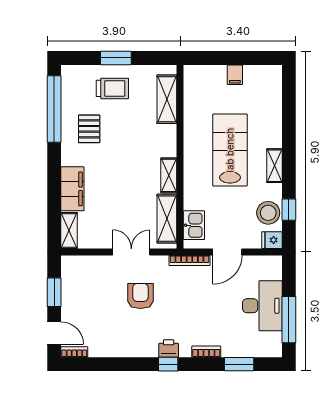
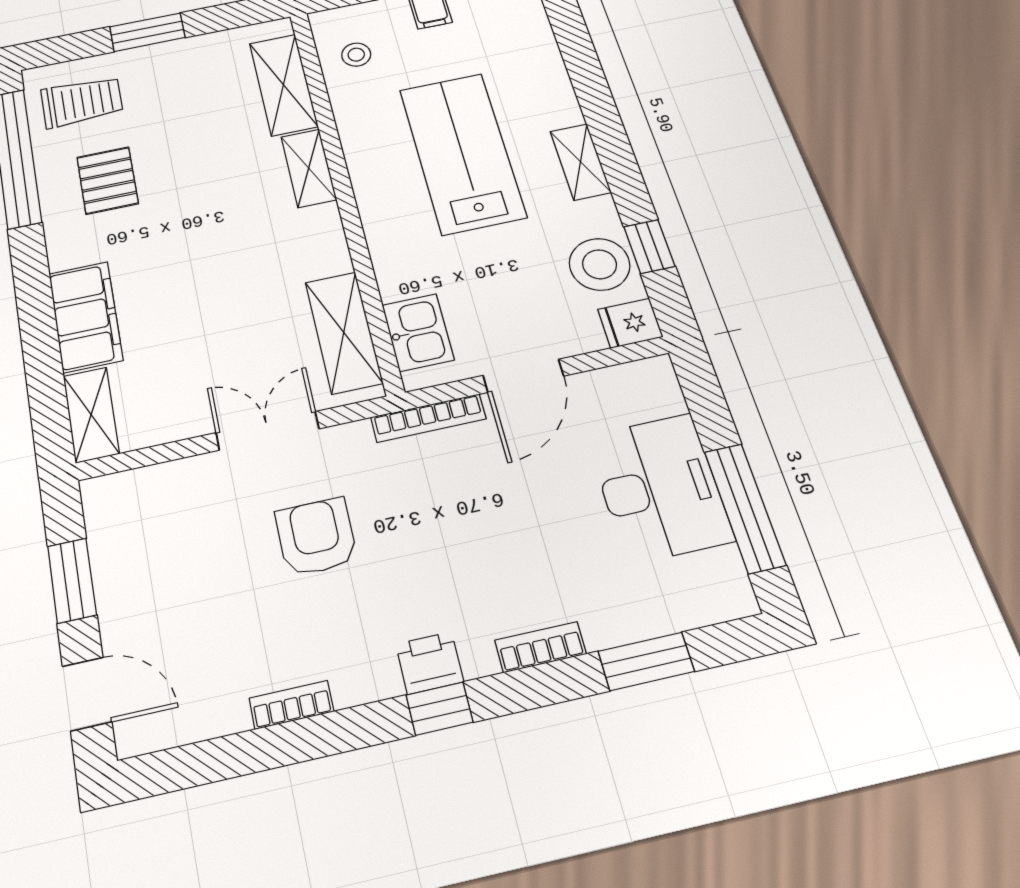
trolley: (112, 88) -> (82, 102), moved
stool: (199, 91) -> (356, 55), added
shelving: (169, 175) -> (309, 168), moved
bookcase: (74, 352) -> (291, 705), moved

